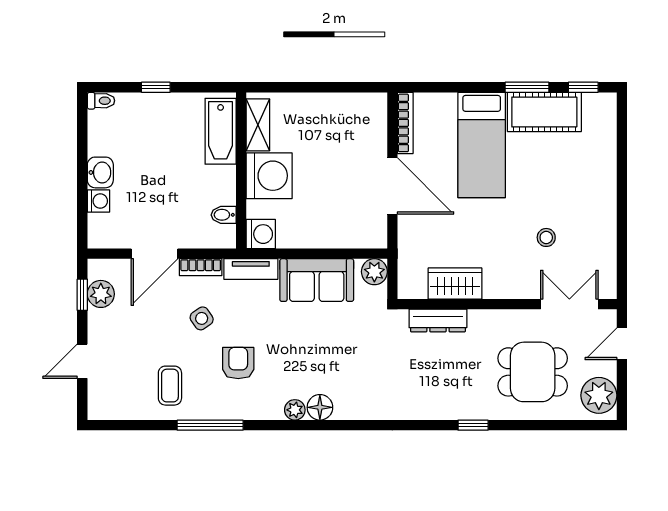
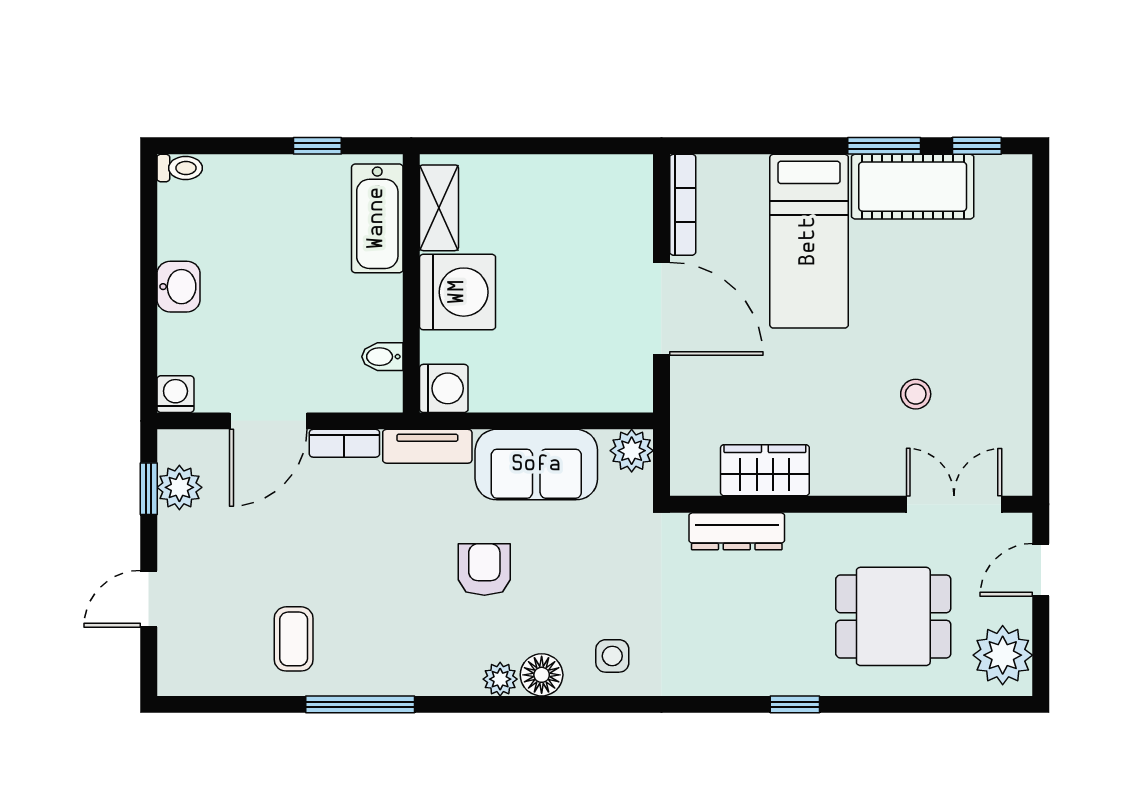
window: (156, 87) -> (317, 146), moved
washing machine: (98, 201) -> (175, 394), moved, turned -90
side table: (202, 318) -> (612, 656), moved, turned 34
armchair: (238, 363) -> (484, 569), moved

